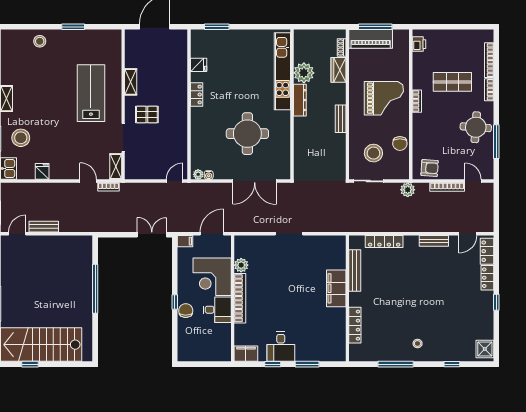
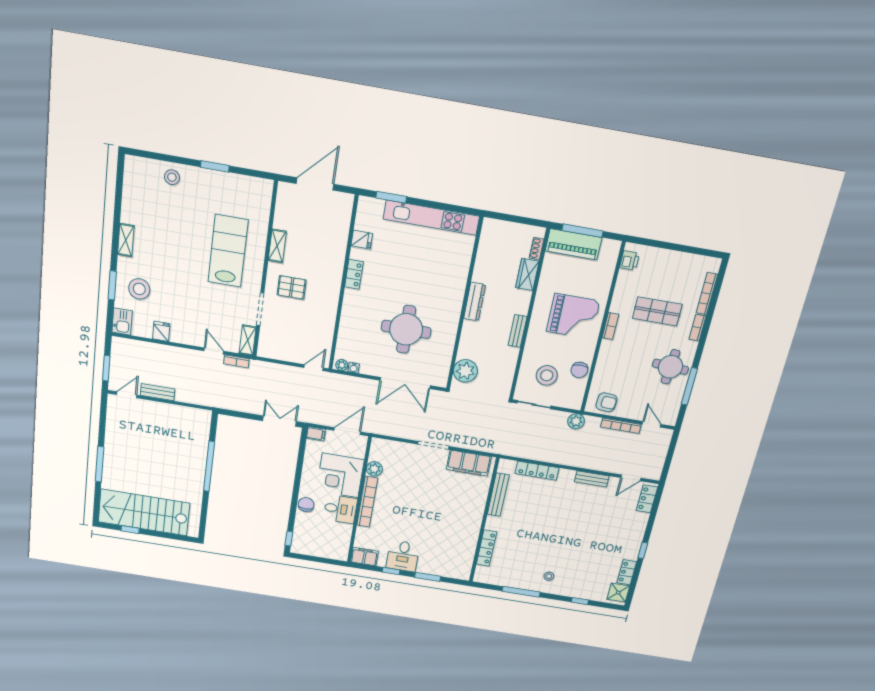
kitchen unit: (282, 71) -> (431, 218), moved, turned -90
plant: (304, 73) -> (465, 371), moved
locker: (487, 278) -> (627, 572), moved
filing cabinet: (336, 288) -> (469, 463), moved, turned -90
window: (175, 302) -> (289, 539), moved

